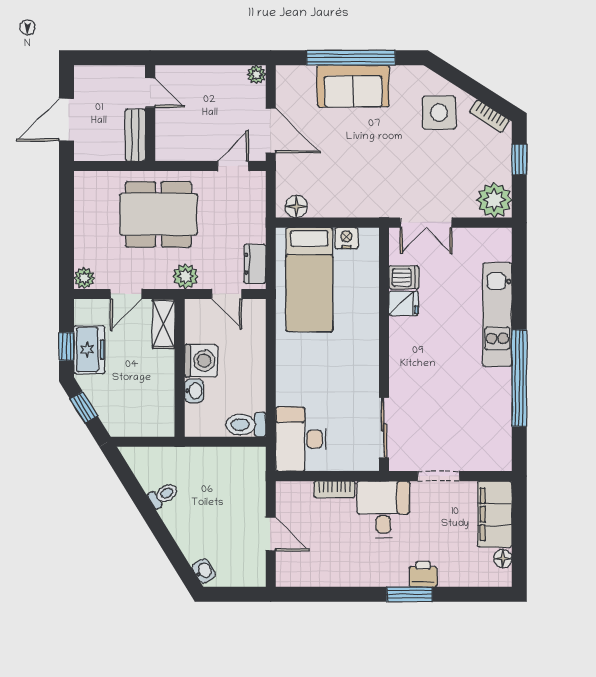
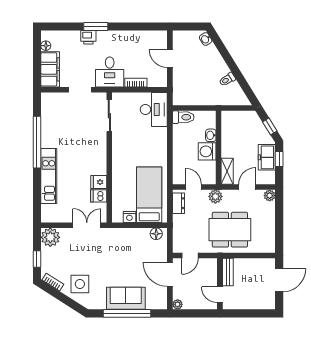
door: (150, 93) -> (220, 295), moved
wall: (150, 113) -> (220, 284), moved
bench: (135, 135) -> (228, 272), moved

